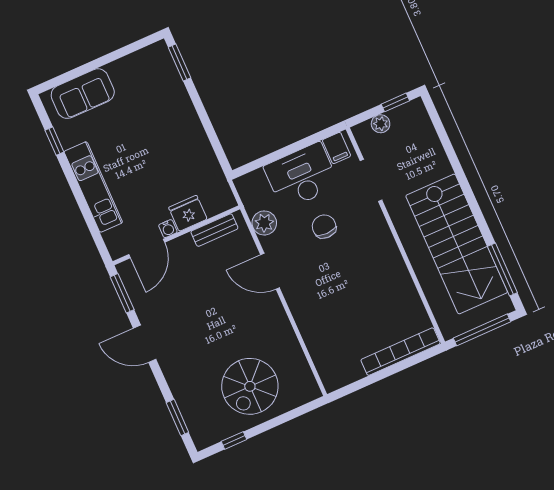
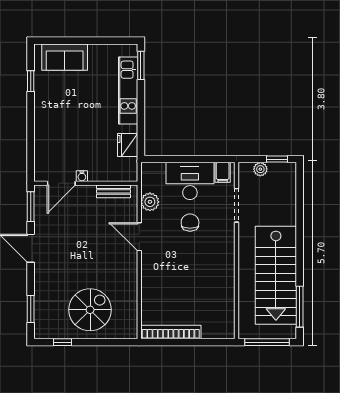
kitchen unit: (93, 187) -> (128, 90), moved, turned 180
fridge: (188, 213) -> (128, 145), moved, turned -90
bookcase: (401, 352) -> (171, 332), moved
spiral stairs: (250, 386) -> (90, 310), turned 180

